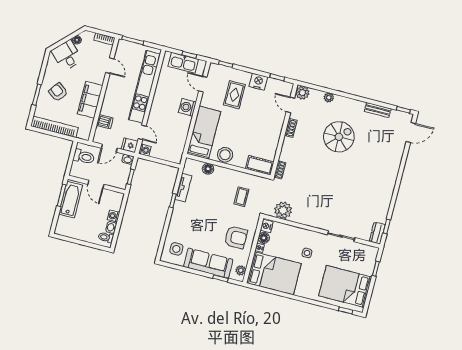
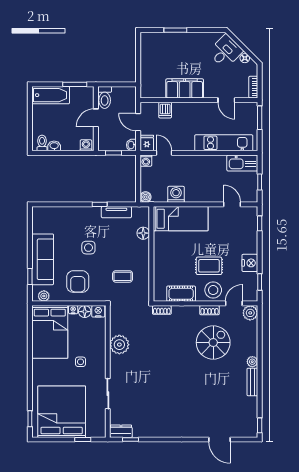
kitchen sink: (183, 63) -> (242, 163), moved, turned -90
door: (110, 66) -> (226, 100), hinge flipped
door: (203, 84) -> (232, 204), hinge flipped
kitchen unit: (144, 87) -> (224, 143), width x0.73
armchair: (58, 92) -> (184, 52), removed
rug: (234, 95) -> (209, 266), moved
plant: (329, 97) -> (252, 362), moved
washing machine: (187, 107) -> (176, 194), moved
bench: (378, 110) -> (252, 382), moved
bookcase: (54, 127) -> (146, 58), removed
door: (142, 132) -> (164, 153), swing flipped
door: (411, 132) -> (220, 439), moved
spiral stairs: (339, 137) -> (213, 342), moved, turned -90
stool: (225, 155) -> (213, 290), moved
toilet: (84, 157) -> (105, 97), moved
boiler: (177, 159) -> (146, 197), added
cot: (260, 165) -> (181, 294), moved, turned 90
bathtub: (71, 200) -> (51, 95), moved
plant: (283, 210) -> (119, 345), moved
washing machine: (114, 216) -> (86, 145), moved
side table: (176, 249) -> (88, 248), moved
bed: (345, 286) -> (62, 412), width x1.36

